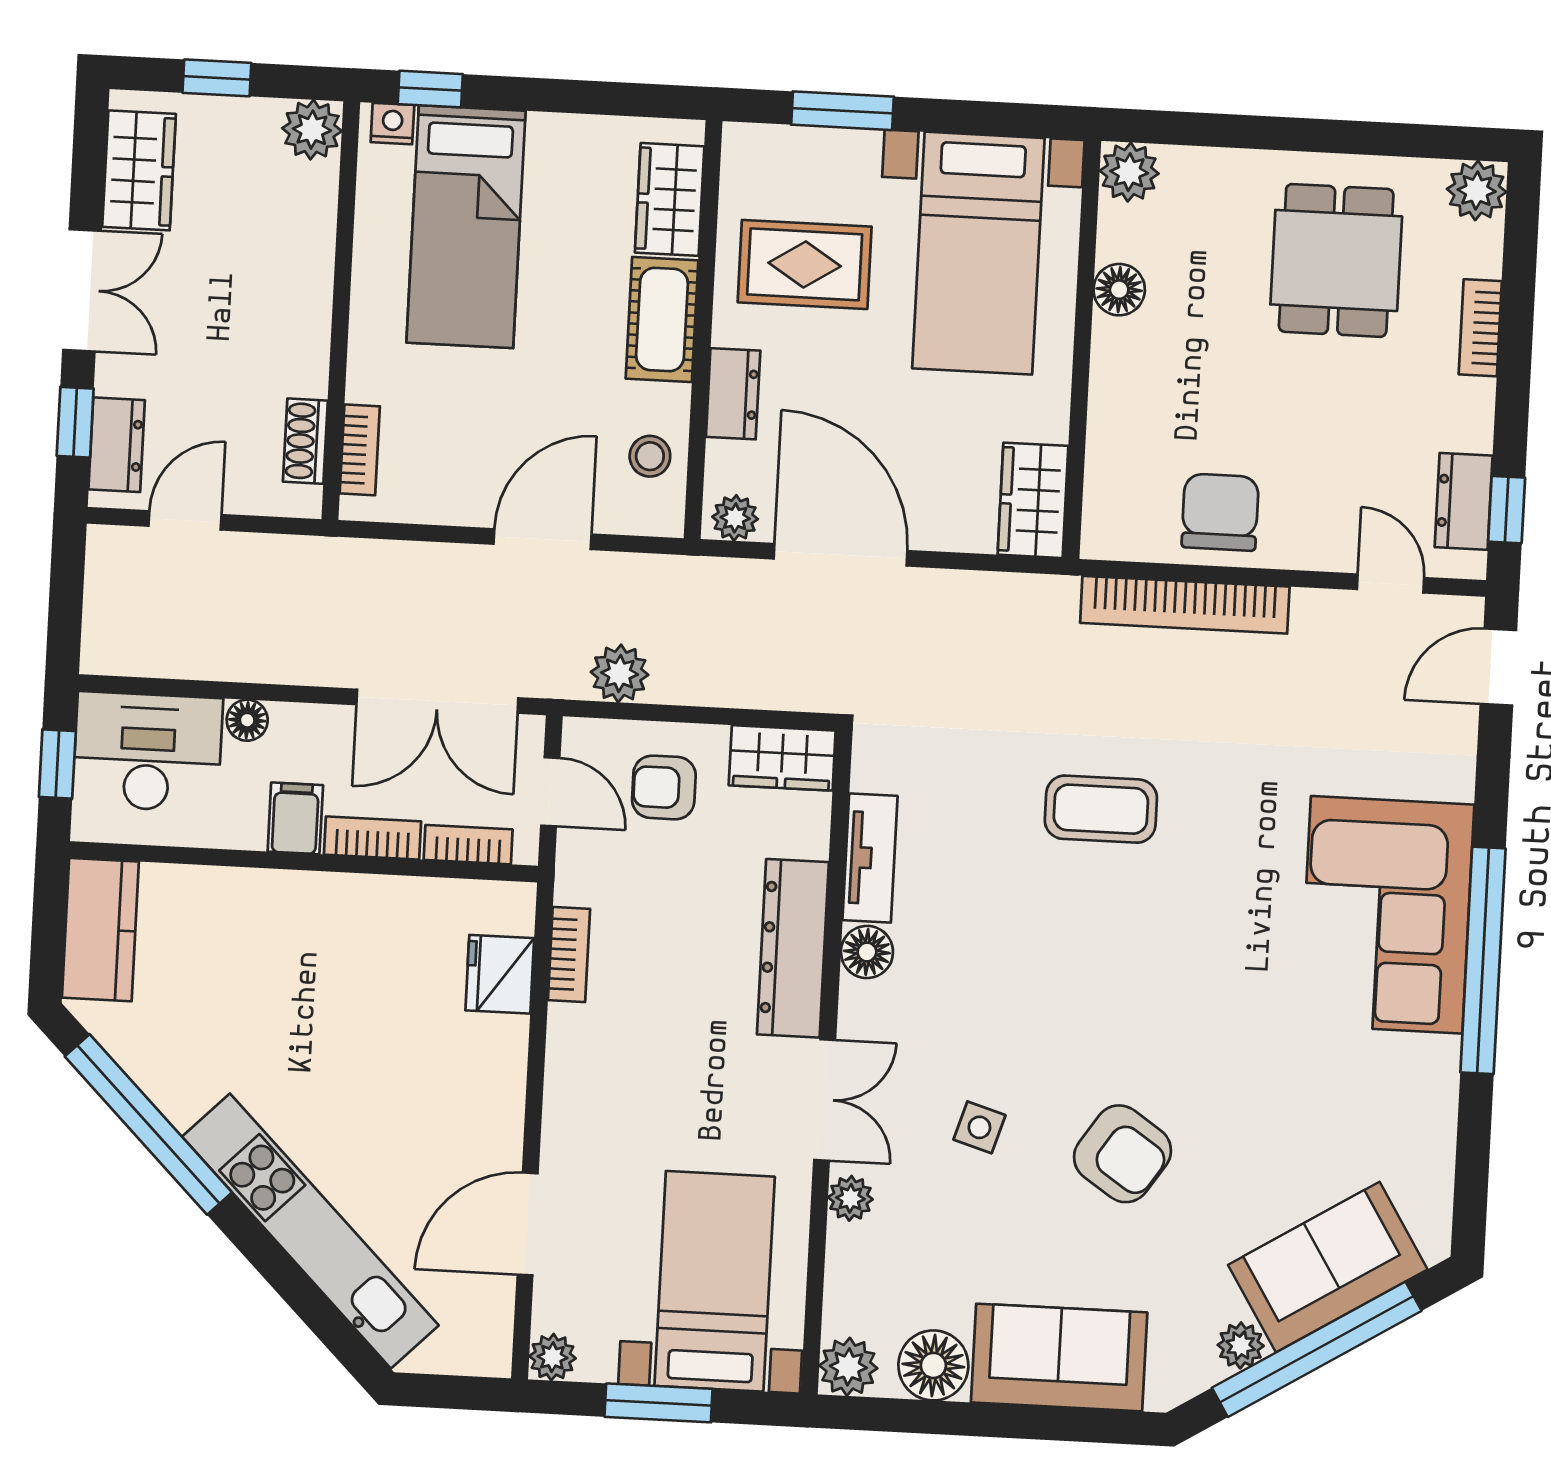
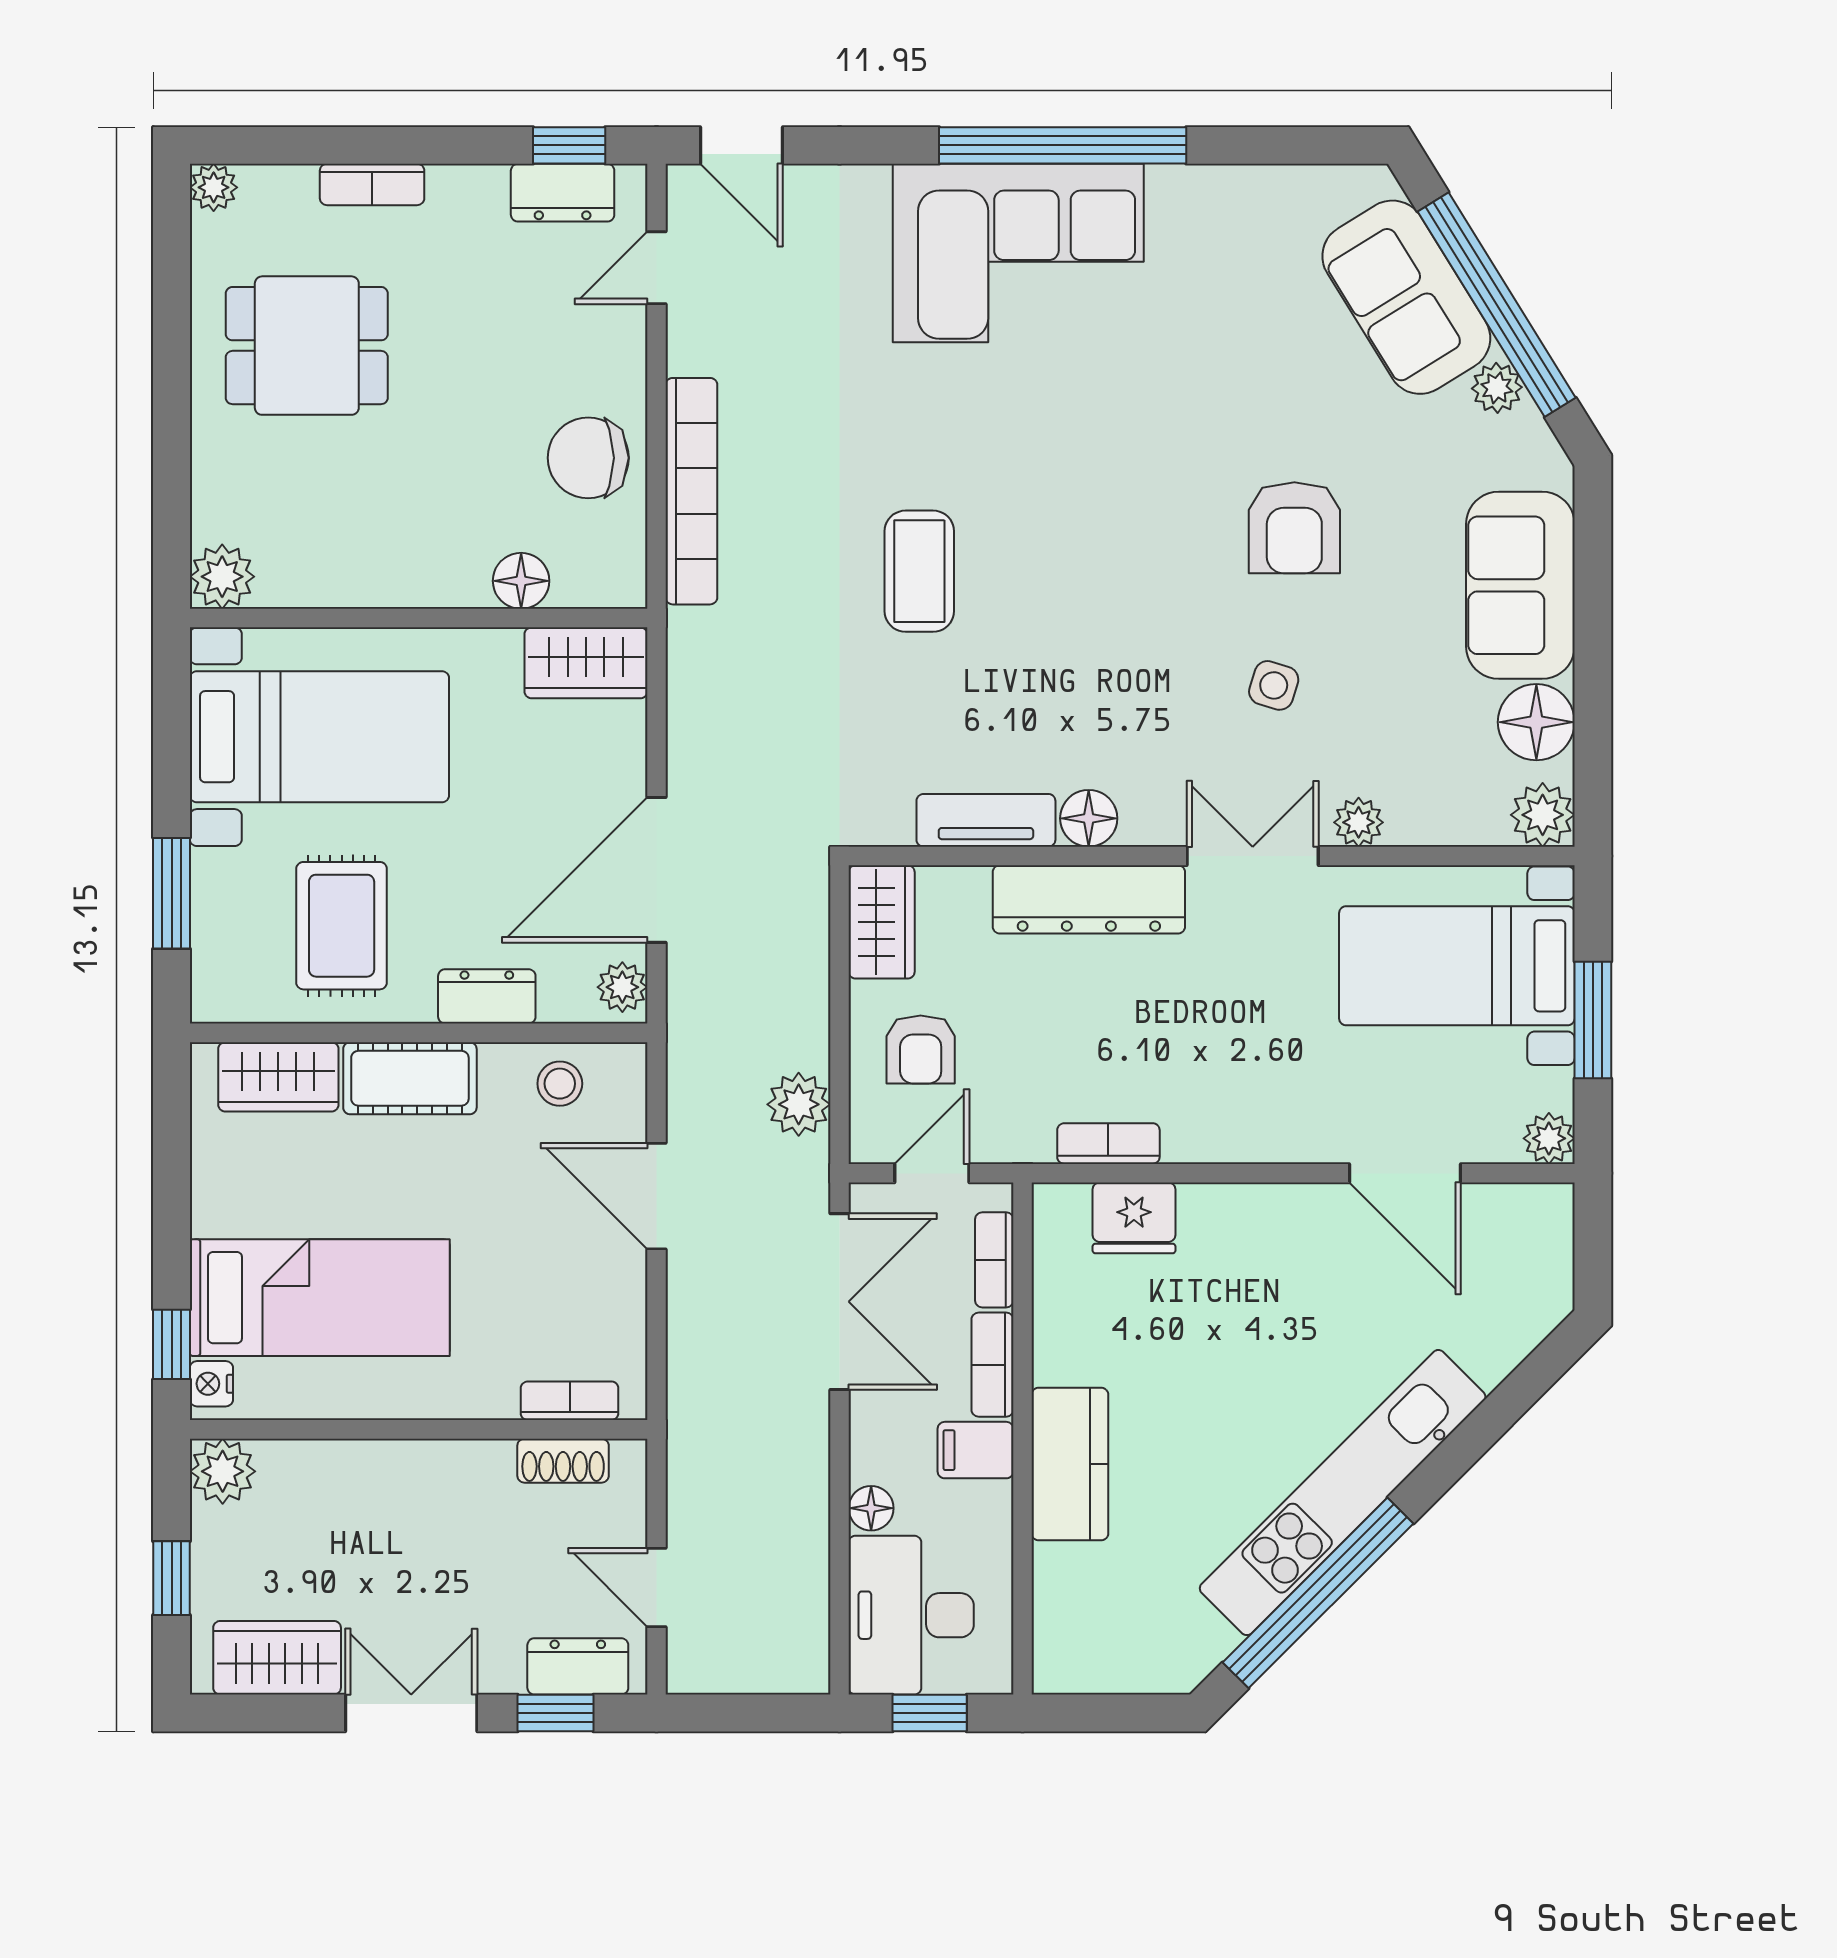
plant: (1477, 191) -> (214, 187), width x0.73, depth x0.73
floor lamp: (1119, 290) -> (521, 581), moved
kitchen counter: (100, 930) -> (1070, 1464), moved, turned 90
armchair: (1122, 1154) -> (1294, 528), turned 146
kitchen unit: (310, 1231) -> (1343, 1493), moved

